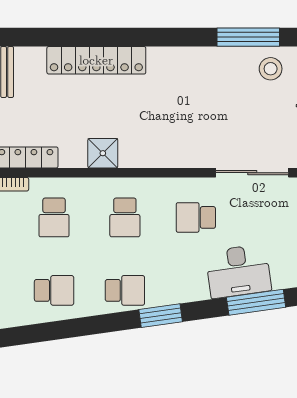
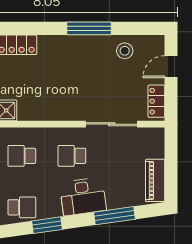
window: (248, 37) -> (89, 28), moved
school desk: (125, 217) -> (22, 156), turned 90
desk: (238, 271) -> (83, 196), moved

